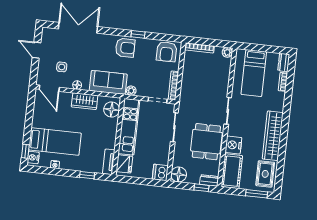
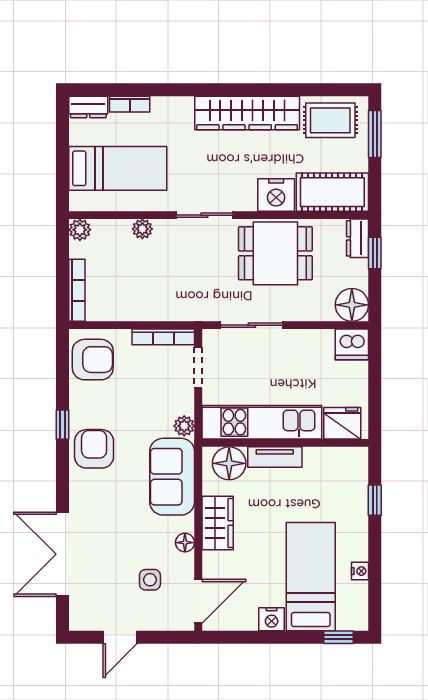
plant: (224, 81) -> (142, 229), added
nightstand: (33, 157) -> (272, 619), moved
tv unit: (109, 162) -> (275, 457), moved

